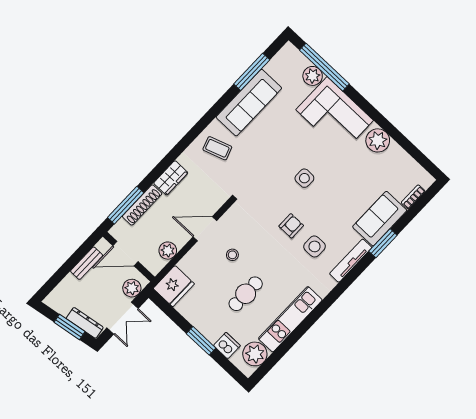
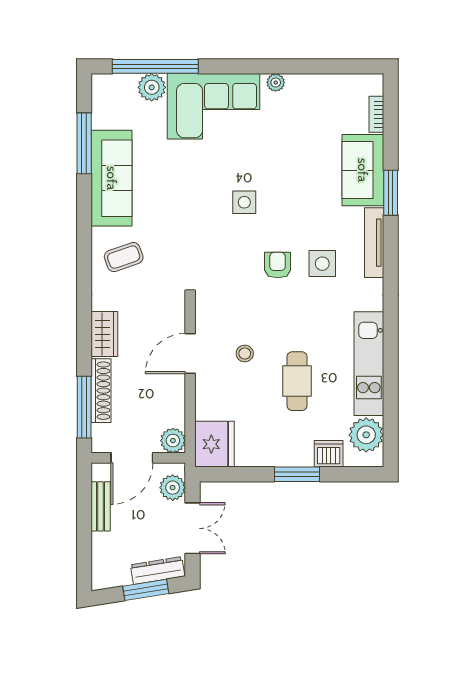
plant: (378, 140) -> (276, 82), width x0.53, depth x0.53
plant: (168, 251) -> (173, 441), moved

